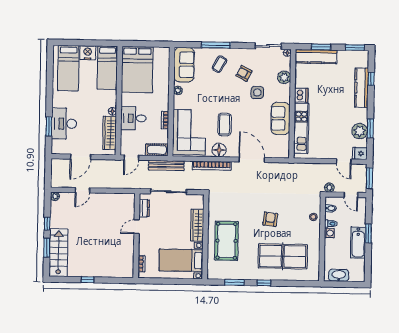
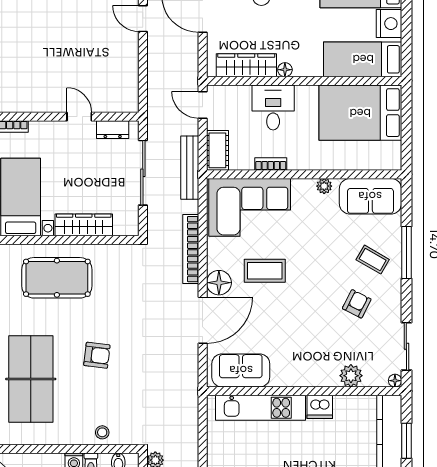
side table: (257, 92) -> (323, 328), removed
sofa: (280, 118) -> (241, 370), moved
floor lamp: (219, 150) -> (219, 283), moved

